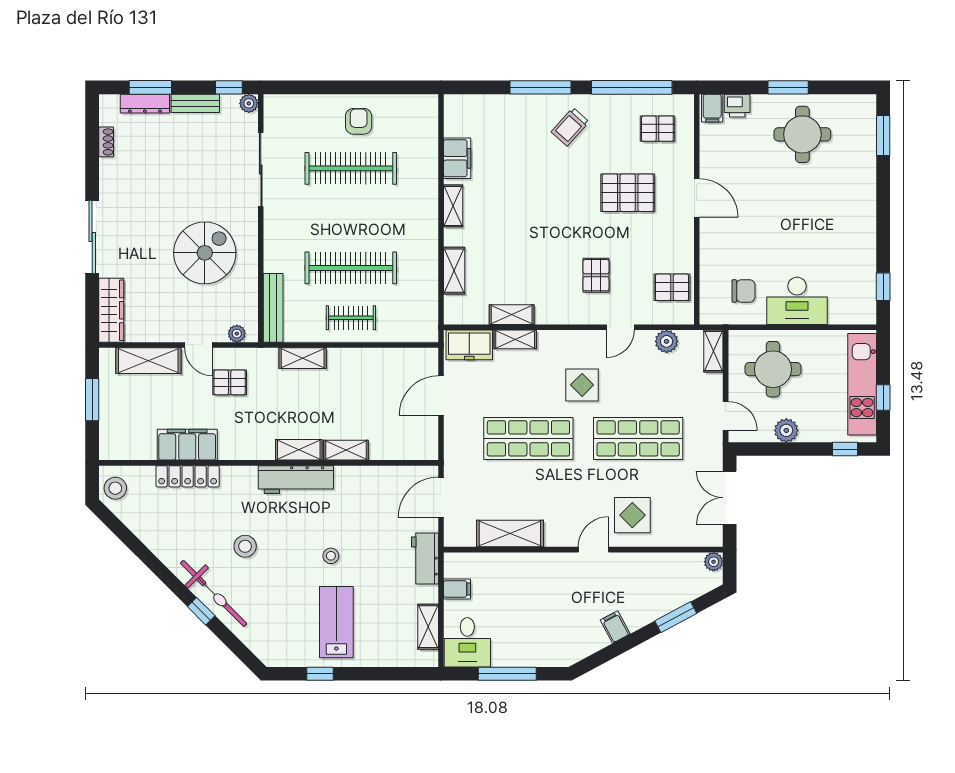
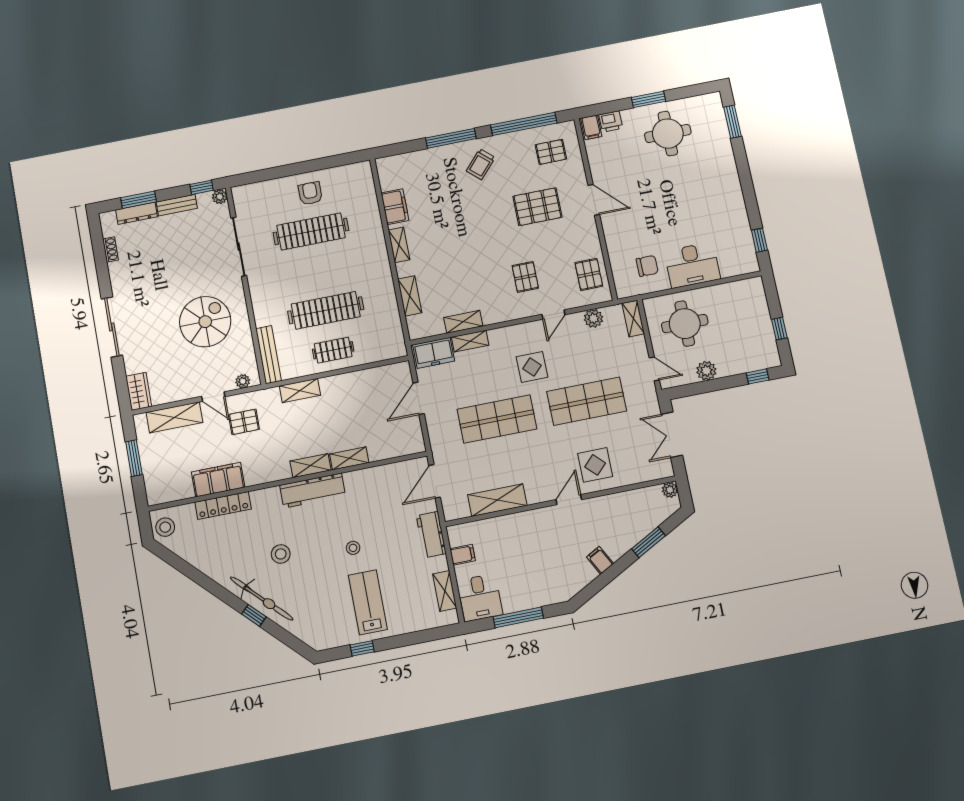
pallet: (672, 287) -> (589, 274), turned 90
wardrobe: (111, 310) -> (139, 391), width x0.67
kitchen unit: (862, 384) -> (760, 321), removed

